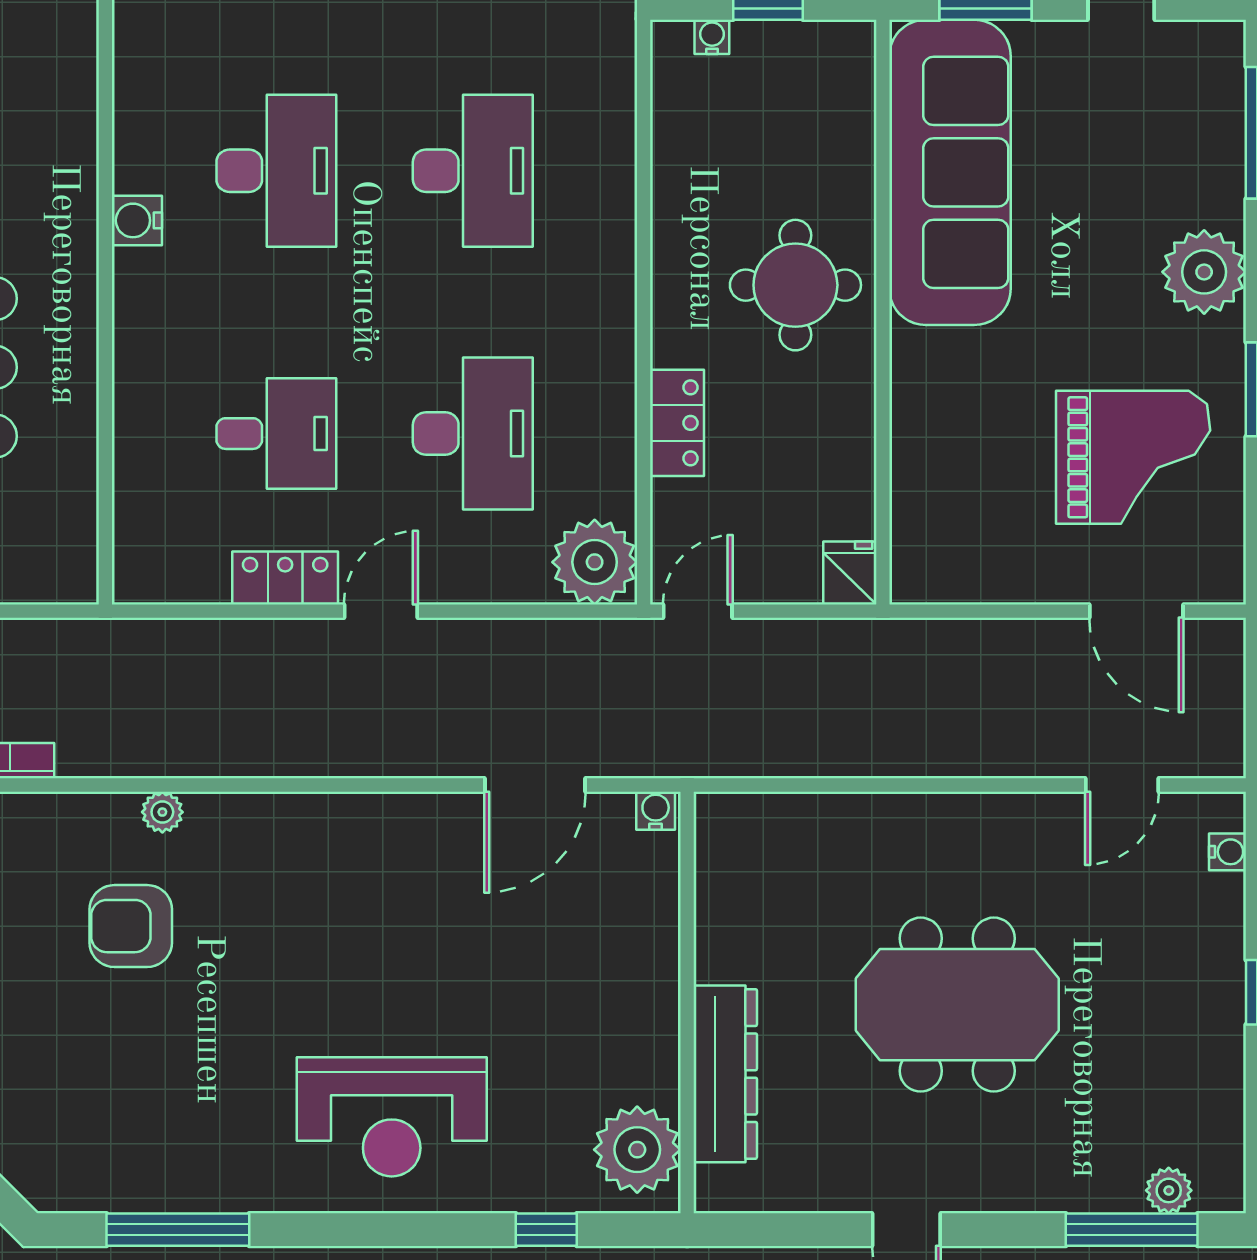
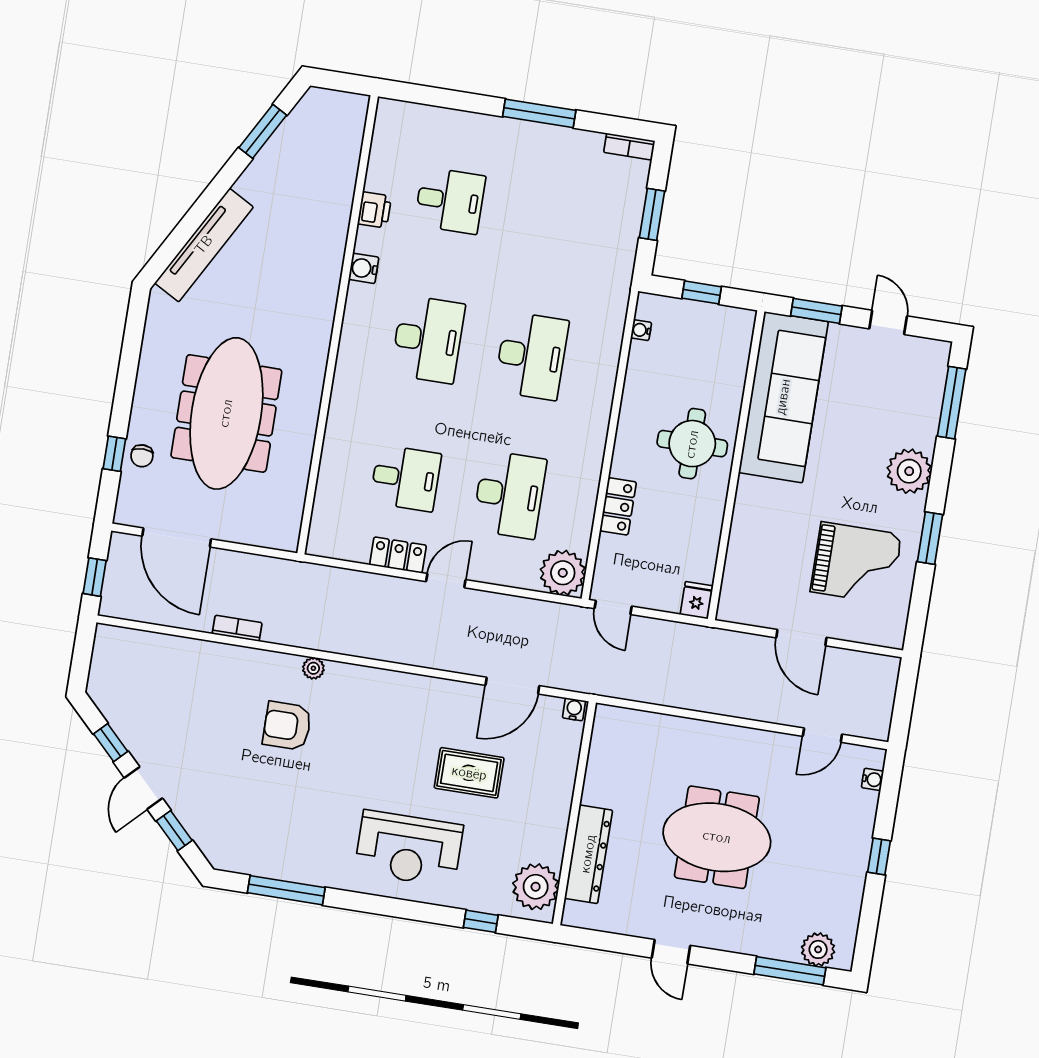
water cooler: (712, 37) -> (641, 330), moved, turned -90
water cooler: (137, 220) -> (364, 268), moved
door: (698, 611) -> (613, 607), swing flipped
door: (1136, 611) -> (801, 638), moved
rug: (481, 959) -> (469, 773), added
plant: (1169, 1190) -> (818, 949), width x1.38, depth x1.38

